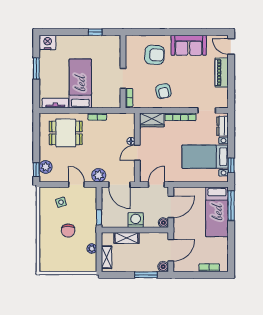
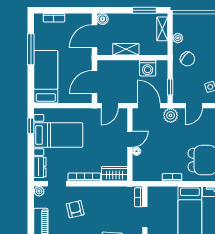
armchair: (163, 91) -> (75, 209), moved
plant: (223, 103) -> (39, 191), added
door: (76, 185) -> (194, 106), hinge flipped
window: (231, 206) -> (31, 49), moved
window: (99, 217) -> (170, 87), moved
washing machine: (136, 220) -> (148, 68), moved
boiler: (163, 223) -> (102, 65), removed
chair: (68, 231) -> (187, 59), moved, turned 130
shelving: (126, 238) -> (126, 49), moved
window: (146, 275) -> (144, 10), moved

